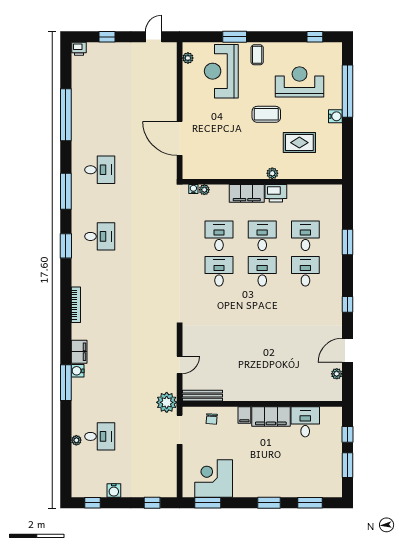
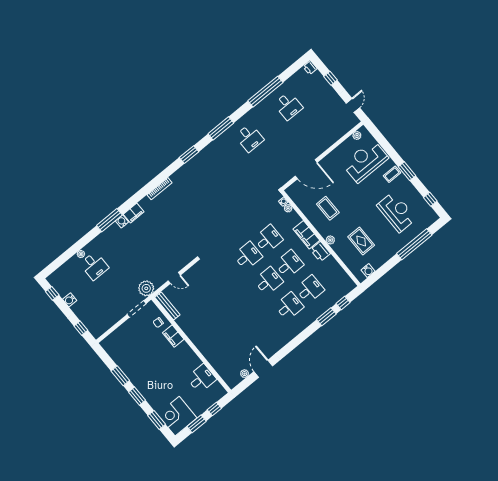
door: (154, 37) -> (353, 105), hinge flipped
window: (235, 37) -> (407, 171), moved
coffee table: (266, 114) -> (328, 208), moved
water cooler: (335, 116) -> (368, 271), moved
door: (180, 138) -> (306, 169), swing flipped
desk: (100, 236) -> (288, 106), moved
window: (348, 304) -> (343, 303), moved
door: (348, 350) -> (263, 369), hinge flipped
filing cabinet: (244, 415) -> (173, 336), width x2.00
filing cabinet: (271, 416) -> (188, 356), removed
corner desk: (214, 478) -> (177, 416), moved, turned -90
window: (208, 503) -> (120, 376), moved

